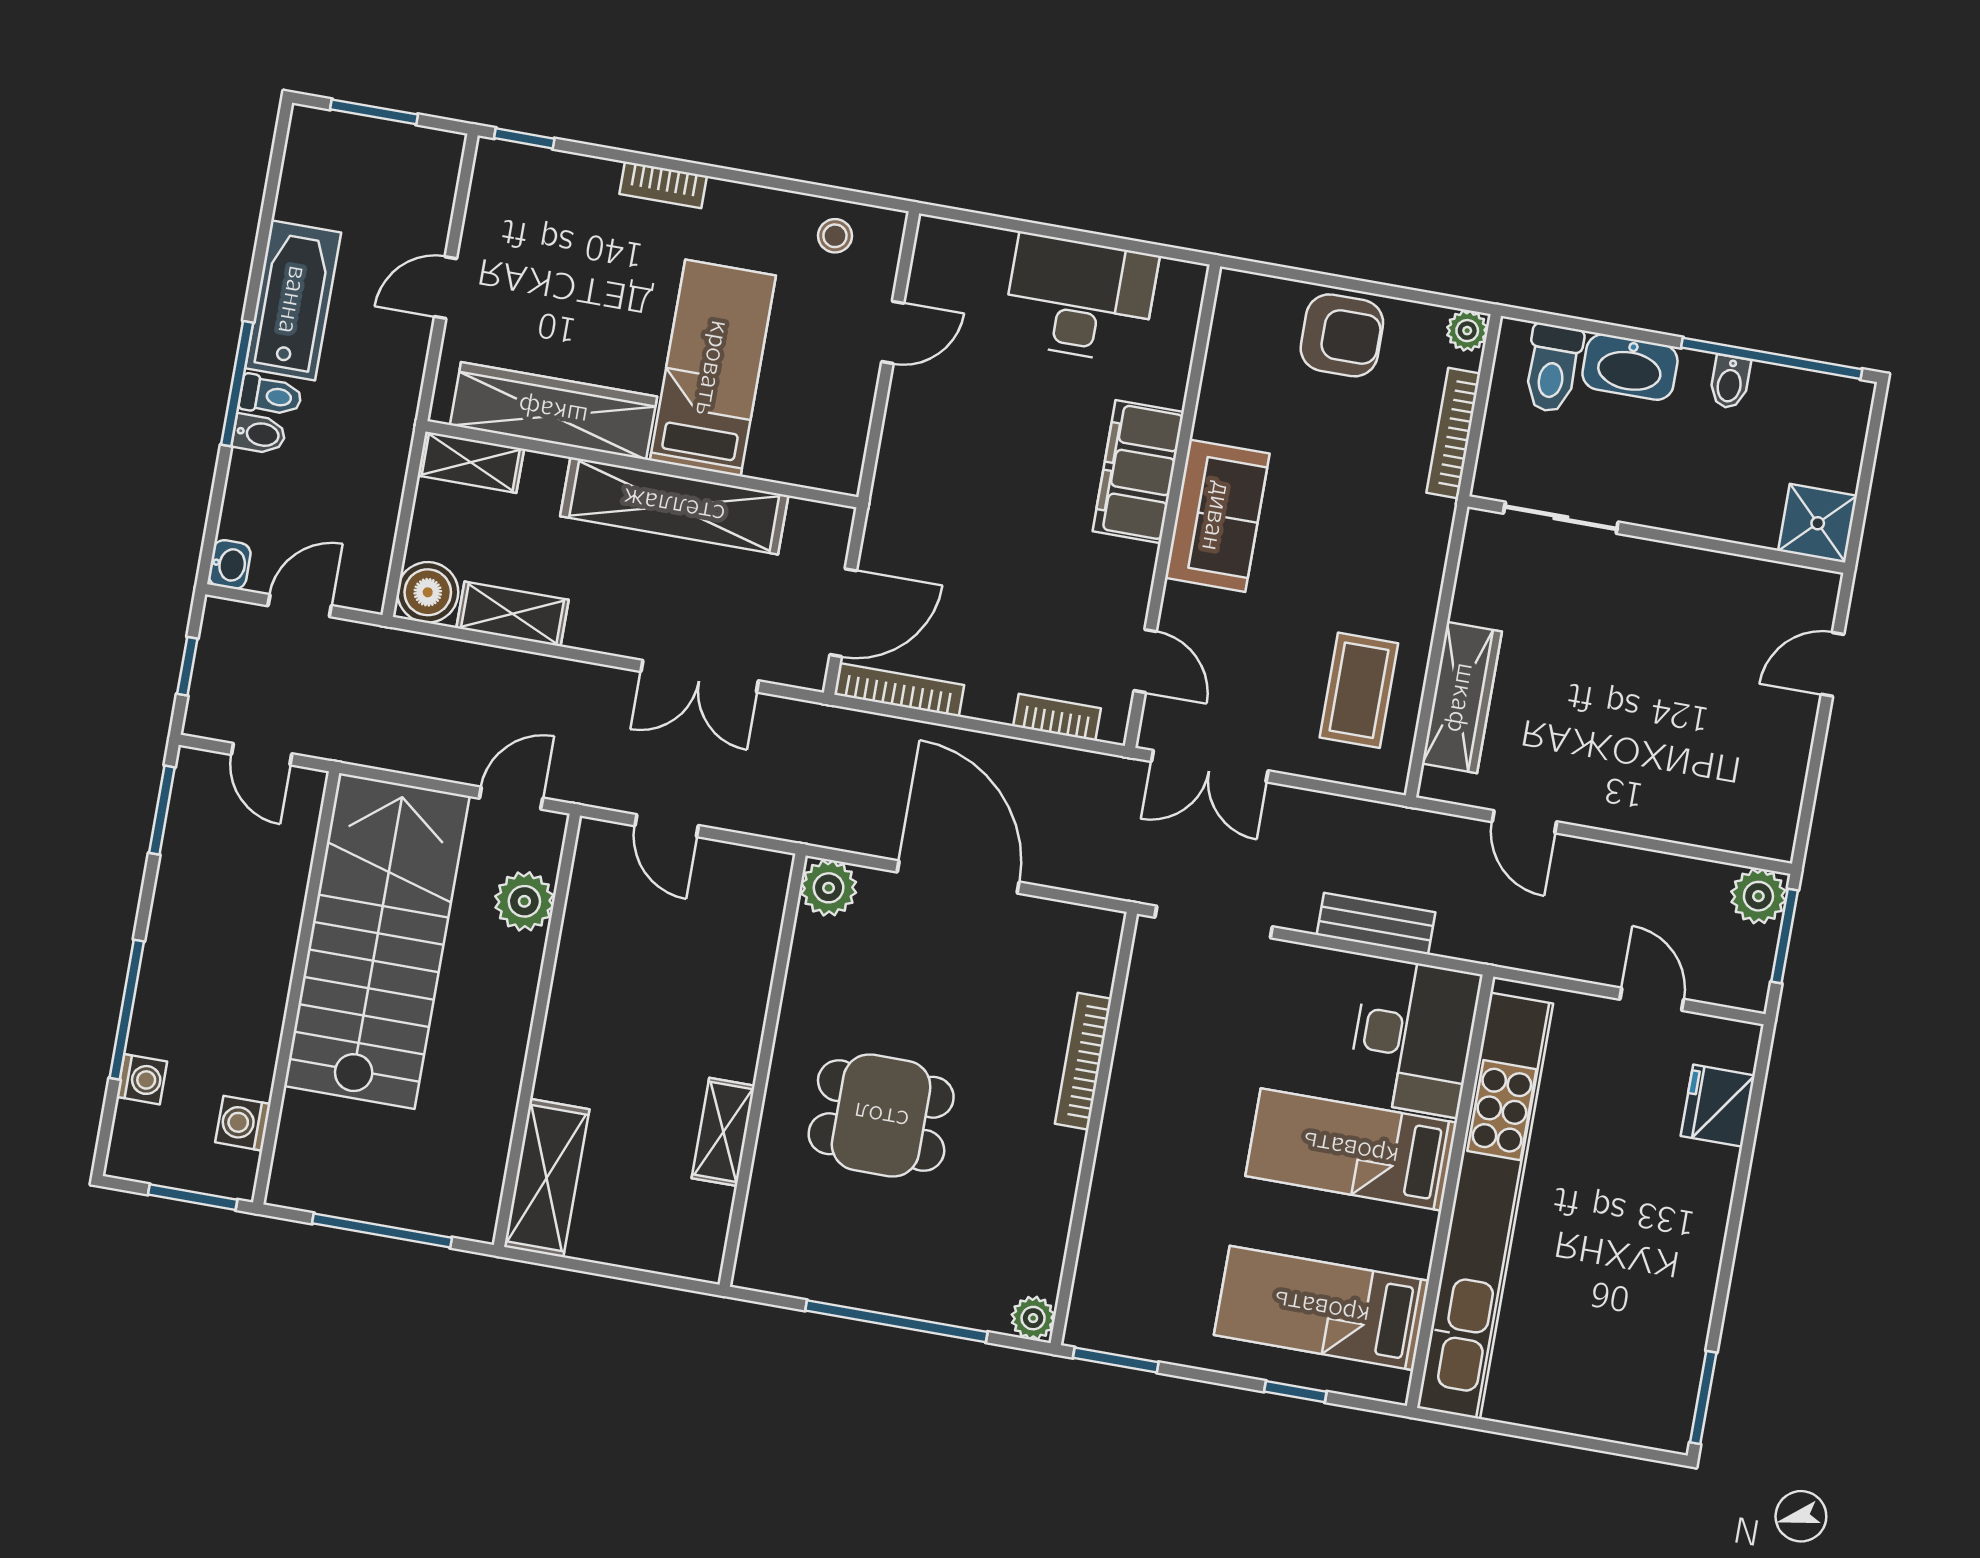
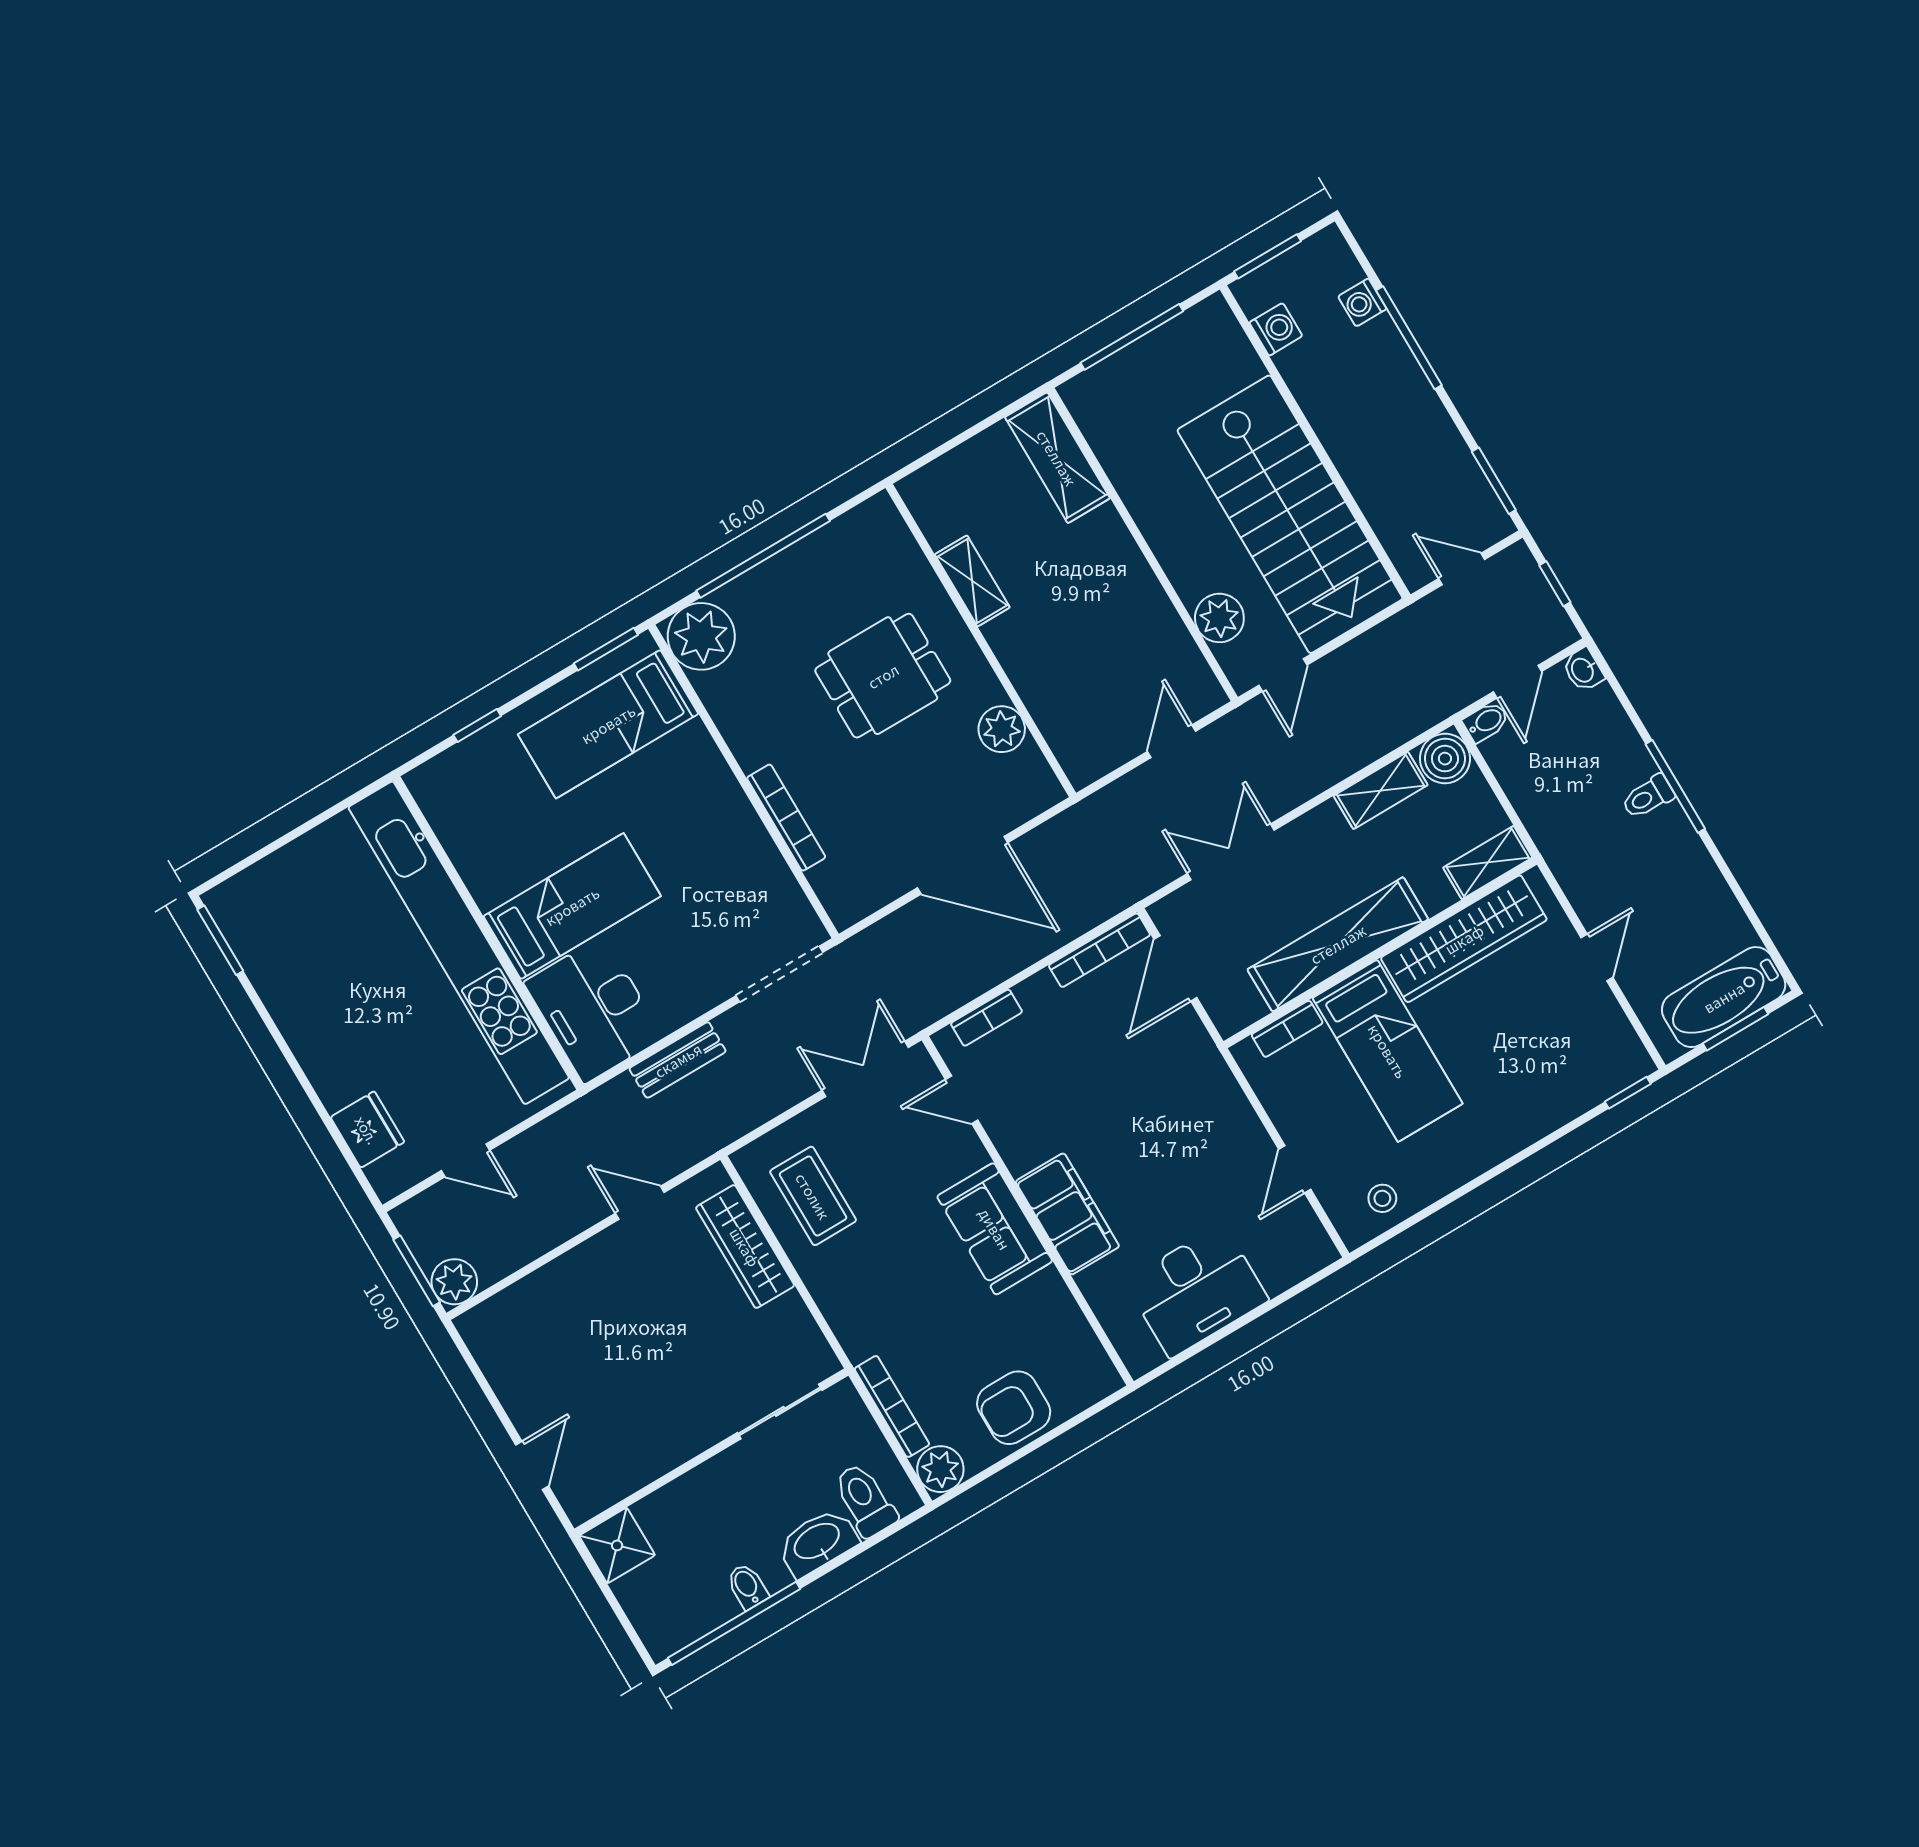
bookcase: (663, 185) -> (1287, 1029), moved, turned 180
bathtub: (293, 300) -> (1724, 997), moved, turned 90
plant: (1467, 331) -> (940, 1469), width x1.38, depth x1.38
bidet: (259, 434) -> (1486, 722), moved, turned 180
door: (667, 826) -> (1171, 741), hinge flipped
plant: (829, 888) -> (1002, 729), moved
bed: (1322, 1308) -> (608, 724), moved, turned 180
plant: (1033, 1318) -> (701, 636), width x1.87, depth x1.87

